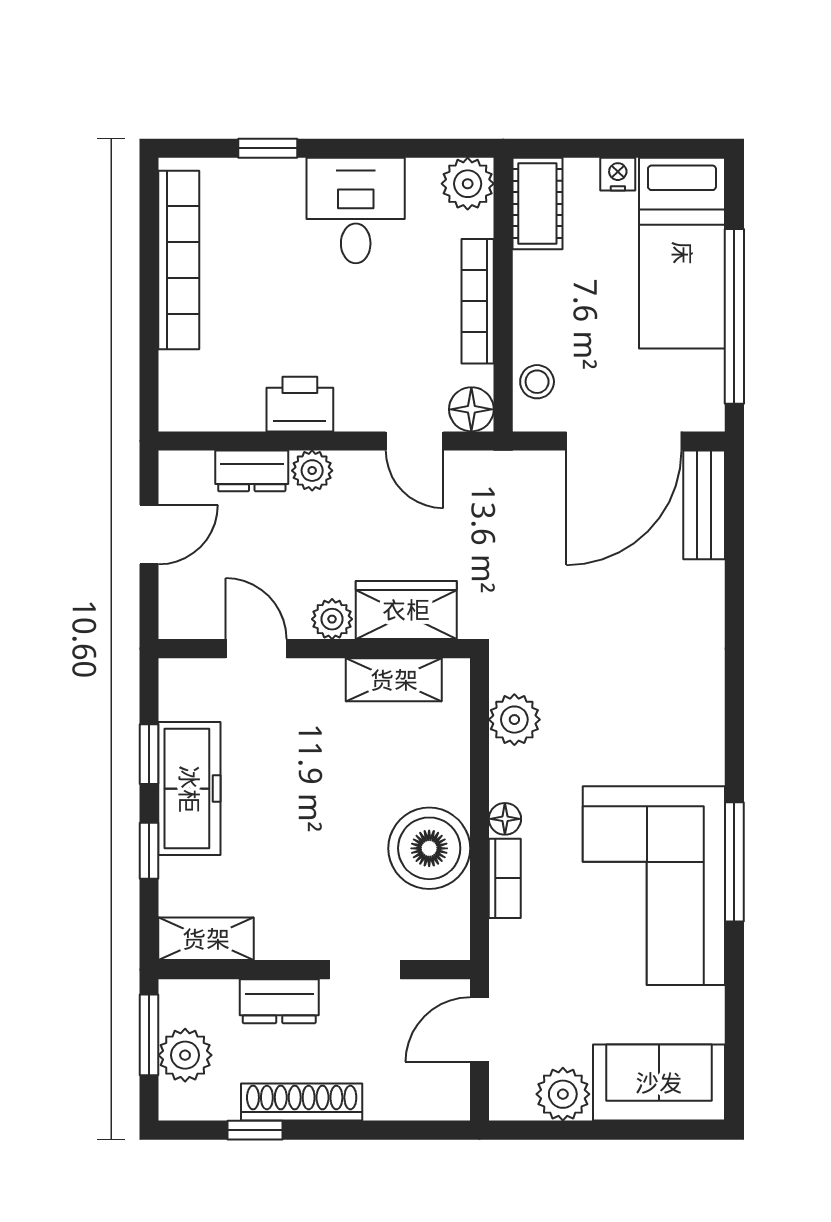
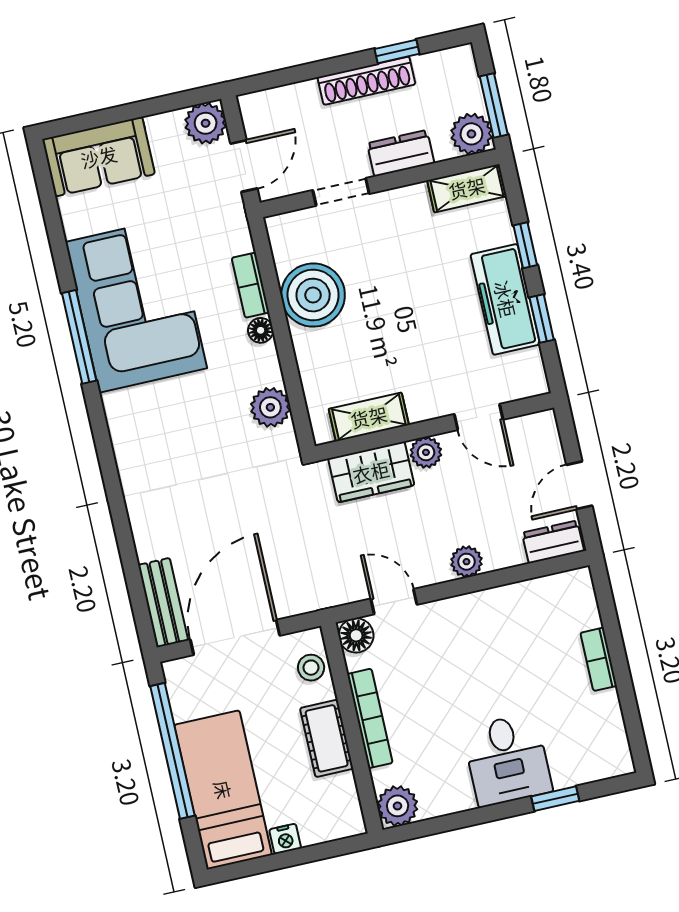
cot: (537, 204) -> (327, 738), moved
desk: (356, 211) -> (507, 760), moved
bookcase: (179, 260) -> (599, 659), width x0.43, depth x0.76
printer: (300, 404) -> (487, 610), removed
dresser: (252, 471) -> (553, 542), moved
plant: (185, 1055) -> (471, 134), moved
plant: (563, 1094) -> (206, 123), moved

